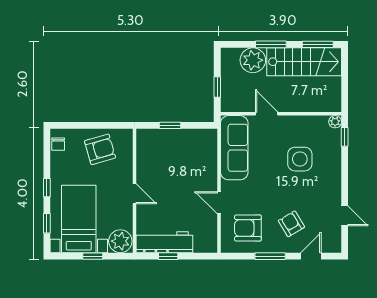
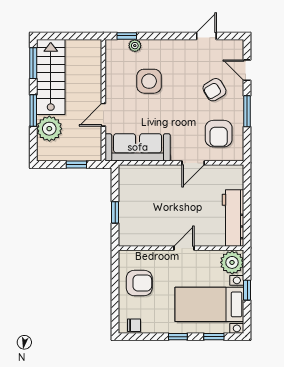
plant: (335, 122) -> (135, 46), moved
armchair: (100, 149) -> (139, 283), turned 106
window: (168, 256) -> (247, 214), removed

